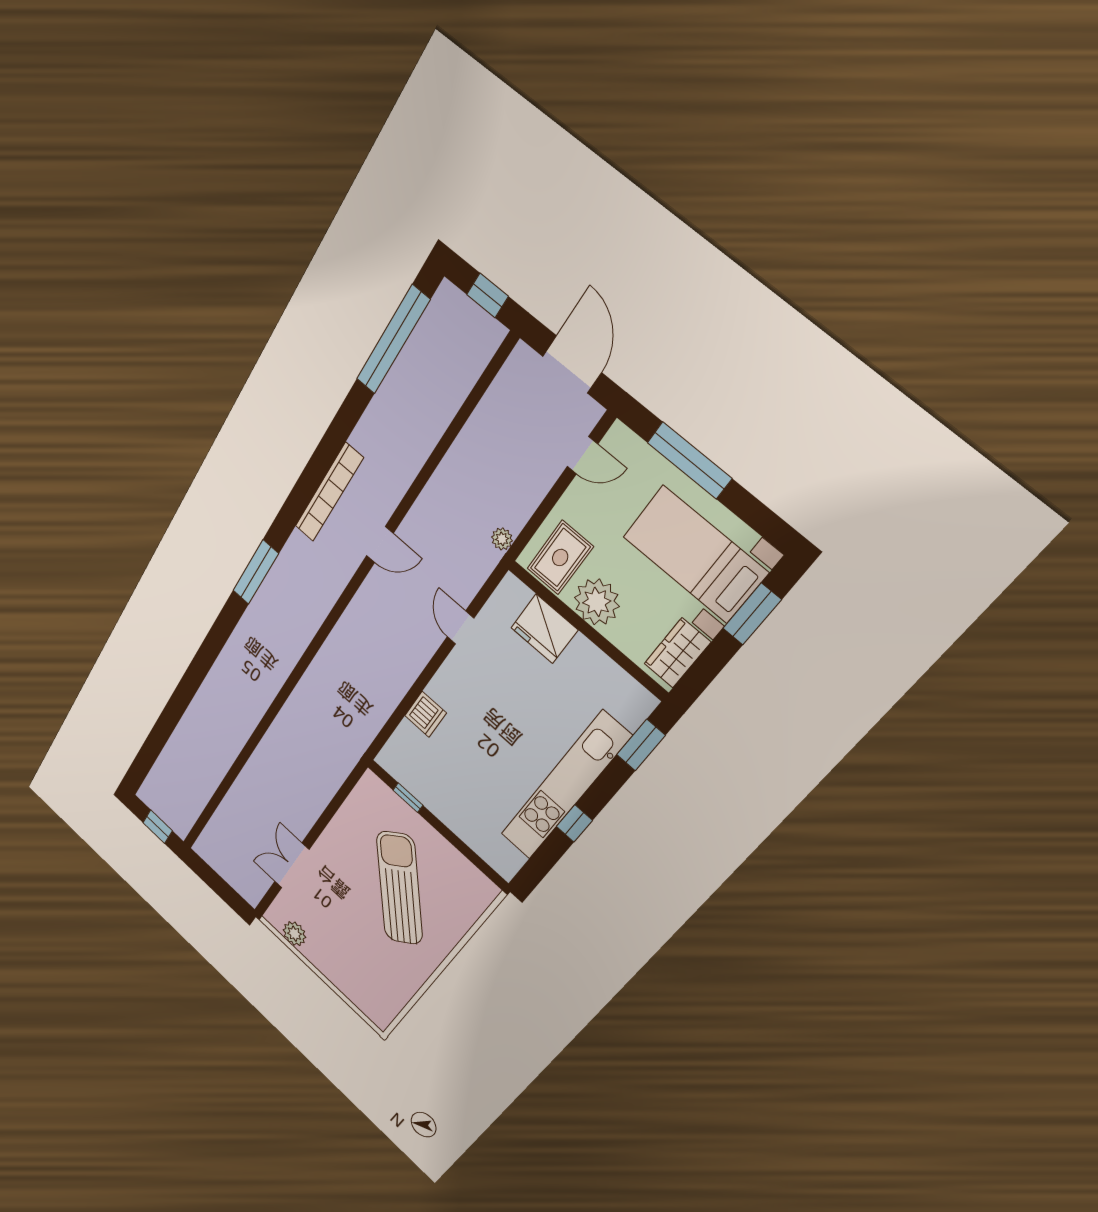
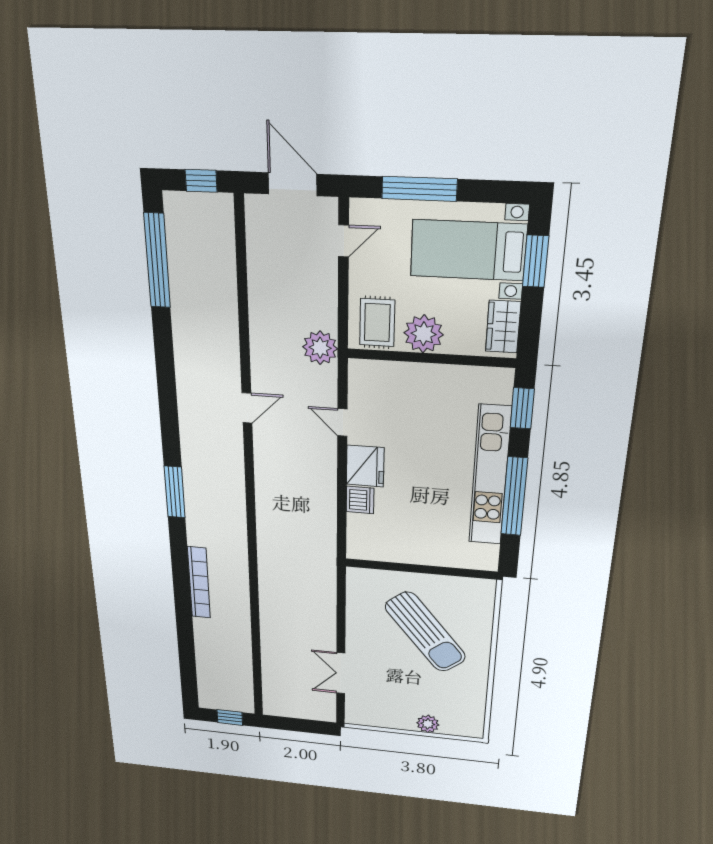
bookcase: (329, 492) -> (199, 583), moved
plant: (502, 539) -> (320, 348), width x1.88, depth x1.88
fridge: (544, 629) -> (365, 466), moved, turned -90
window: (408, 798) -> (388, 566), removed
window: (574, 823) -> (514, 496), width x3.17
sun lounger: (399, 888) -> (425, 632), turned 180
plant: (294, 934) -> (428, 724), moved

